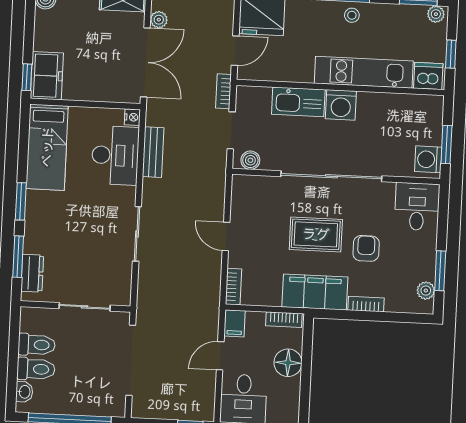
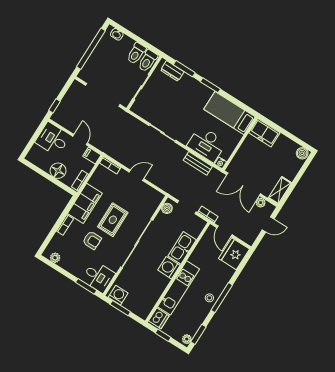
window: (27, 77) -> (269, 123), removed
window: (440, 271) -> (86, 286), moved
toilet: (36, 369) -> (148, 61), moved

